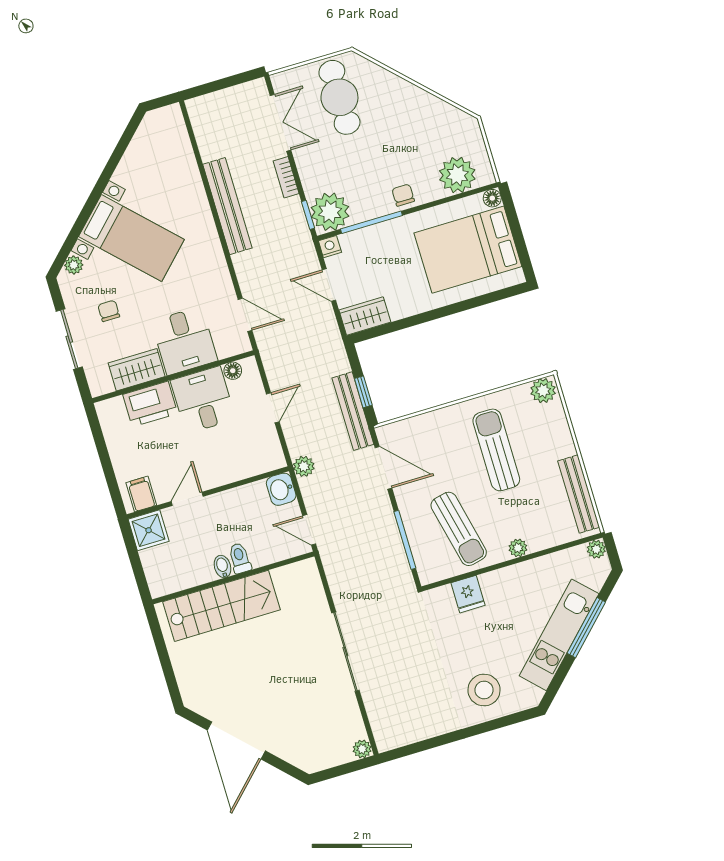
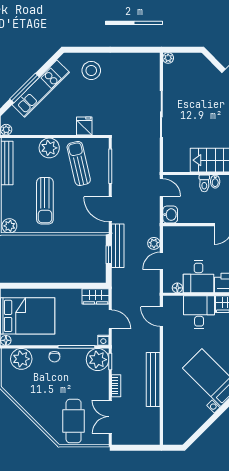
plant: (304, 466) -> (154, 243), moved
plant: (518, 548) -> (49, 148), width x1.88, depth x1.88

